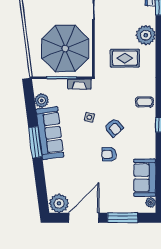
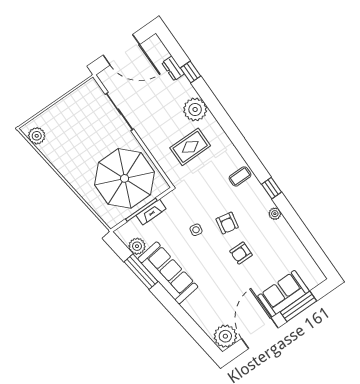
fireplace: (79, 84) -> (151, 212), moved
armchair: (114, 127) -> (227, 223), turned 51
window: (35, 142) -> (141, 272), moved
sofa: (145, 178) -> (283, 294), moved, turned 90
plant: (151, 202) -> (275, 214), moved

